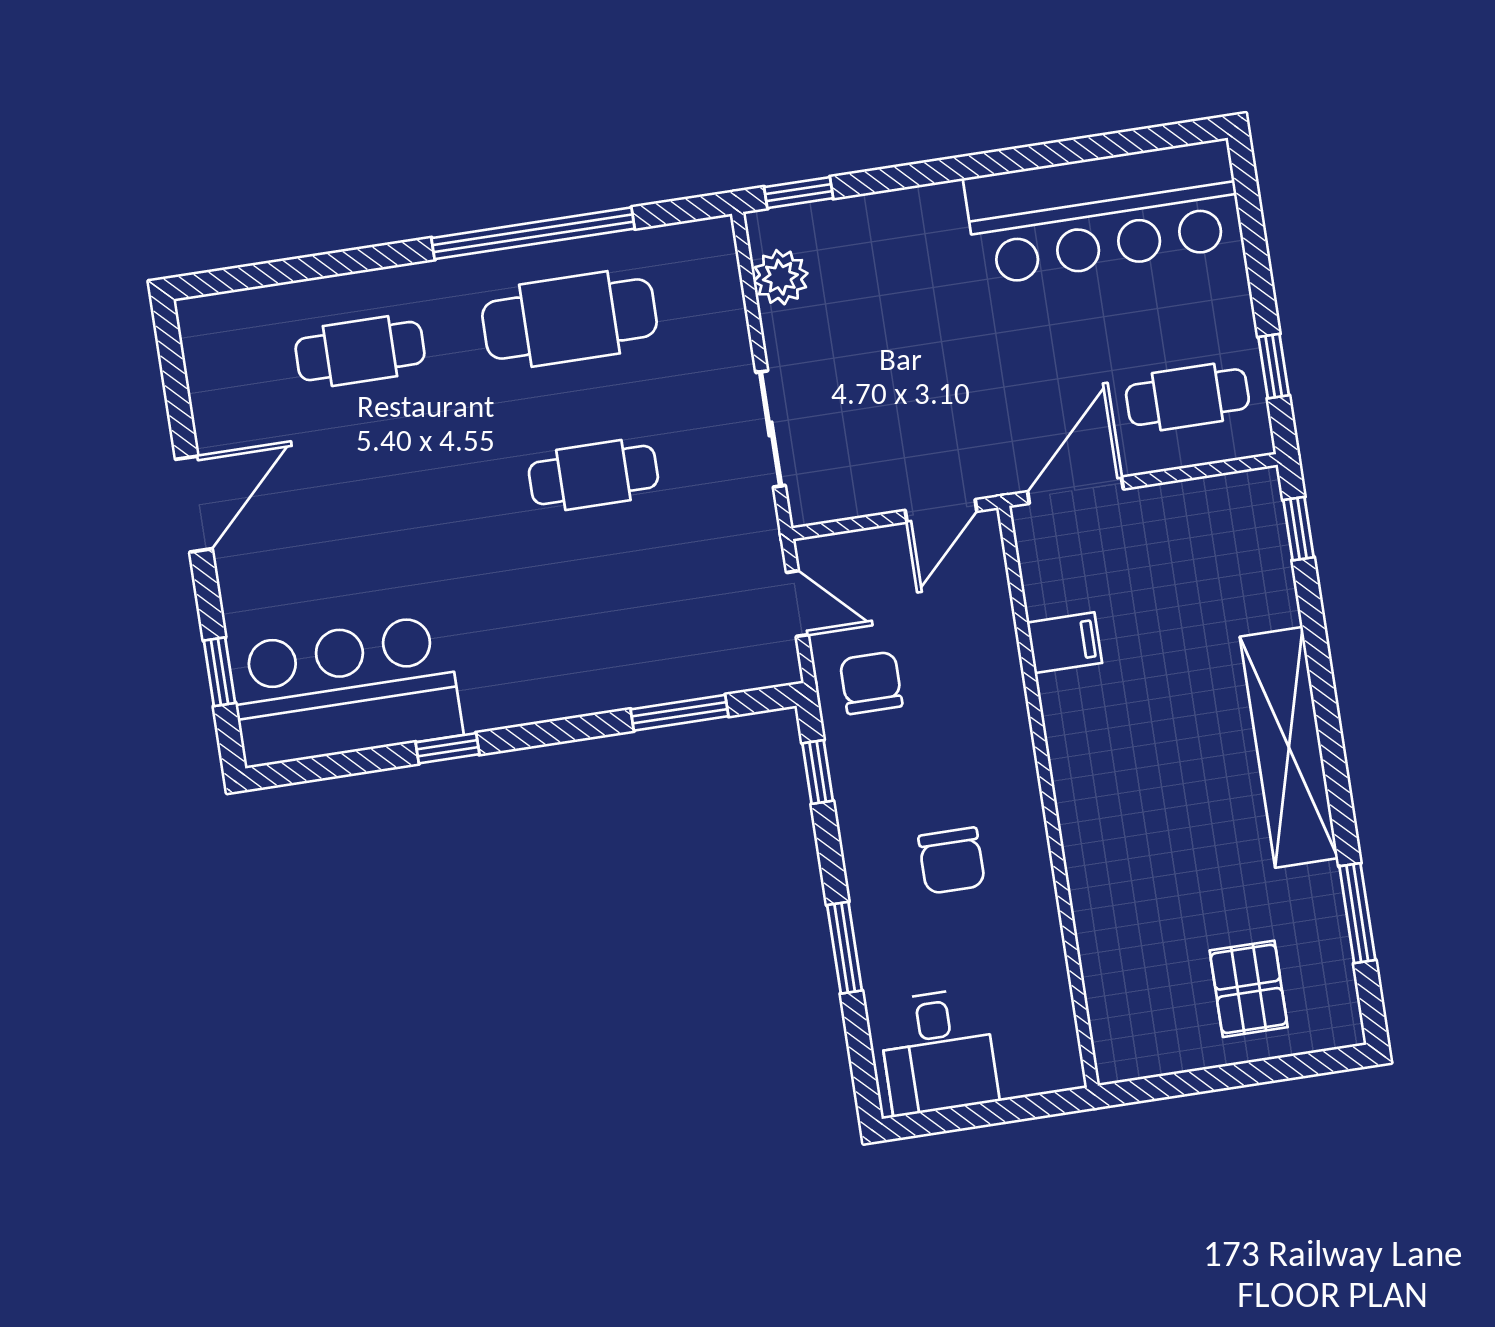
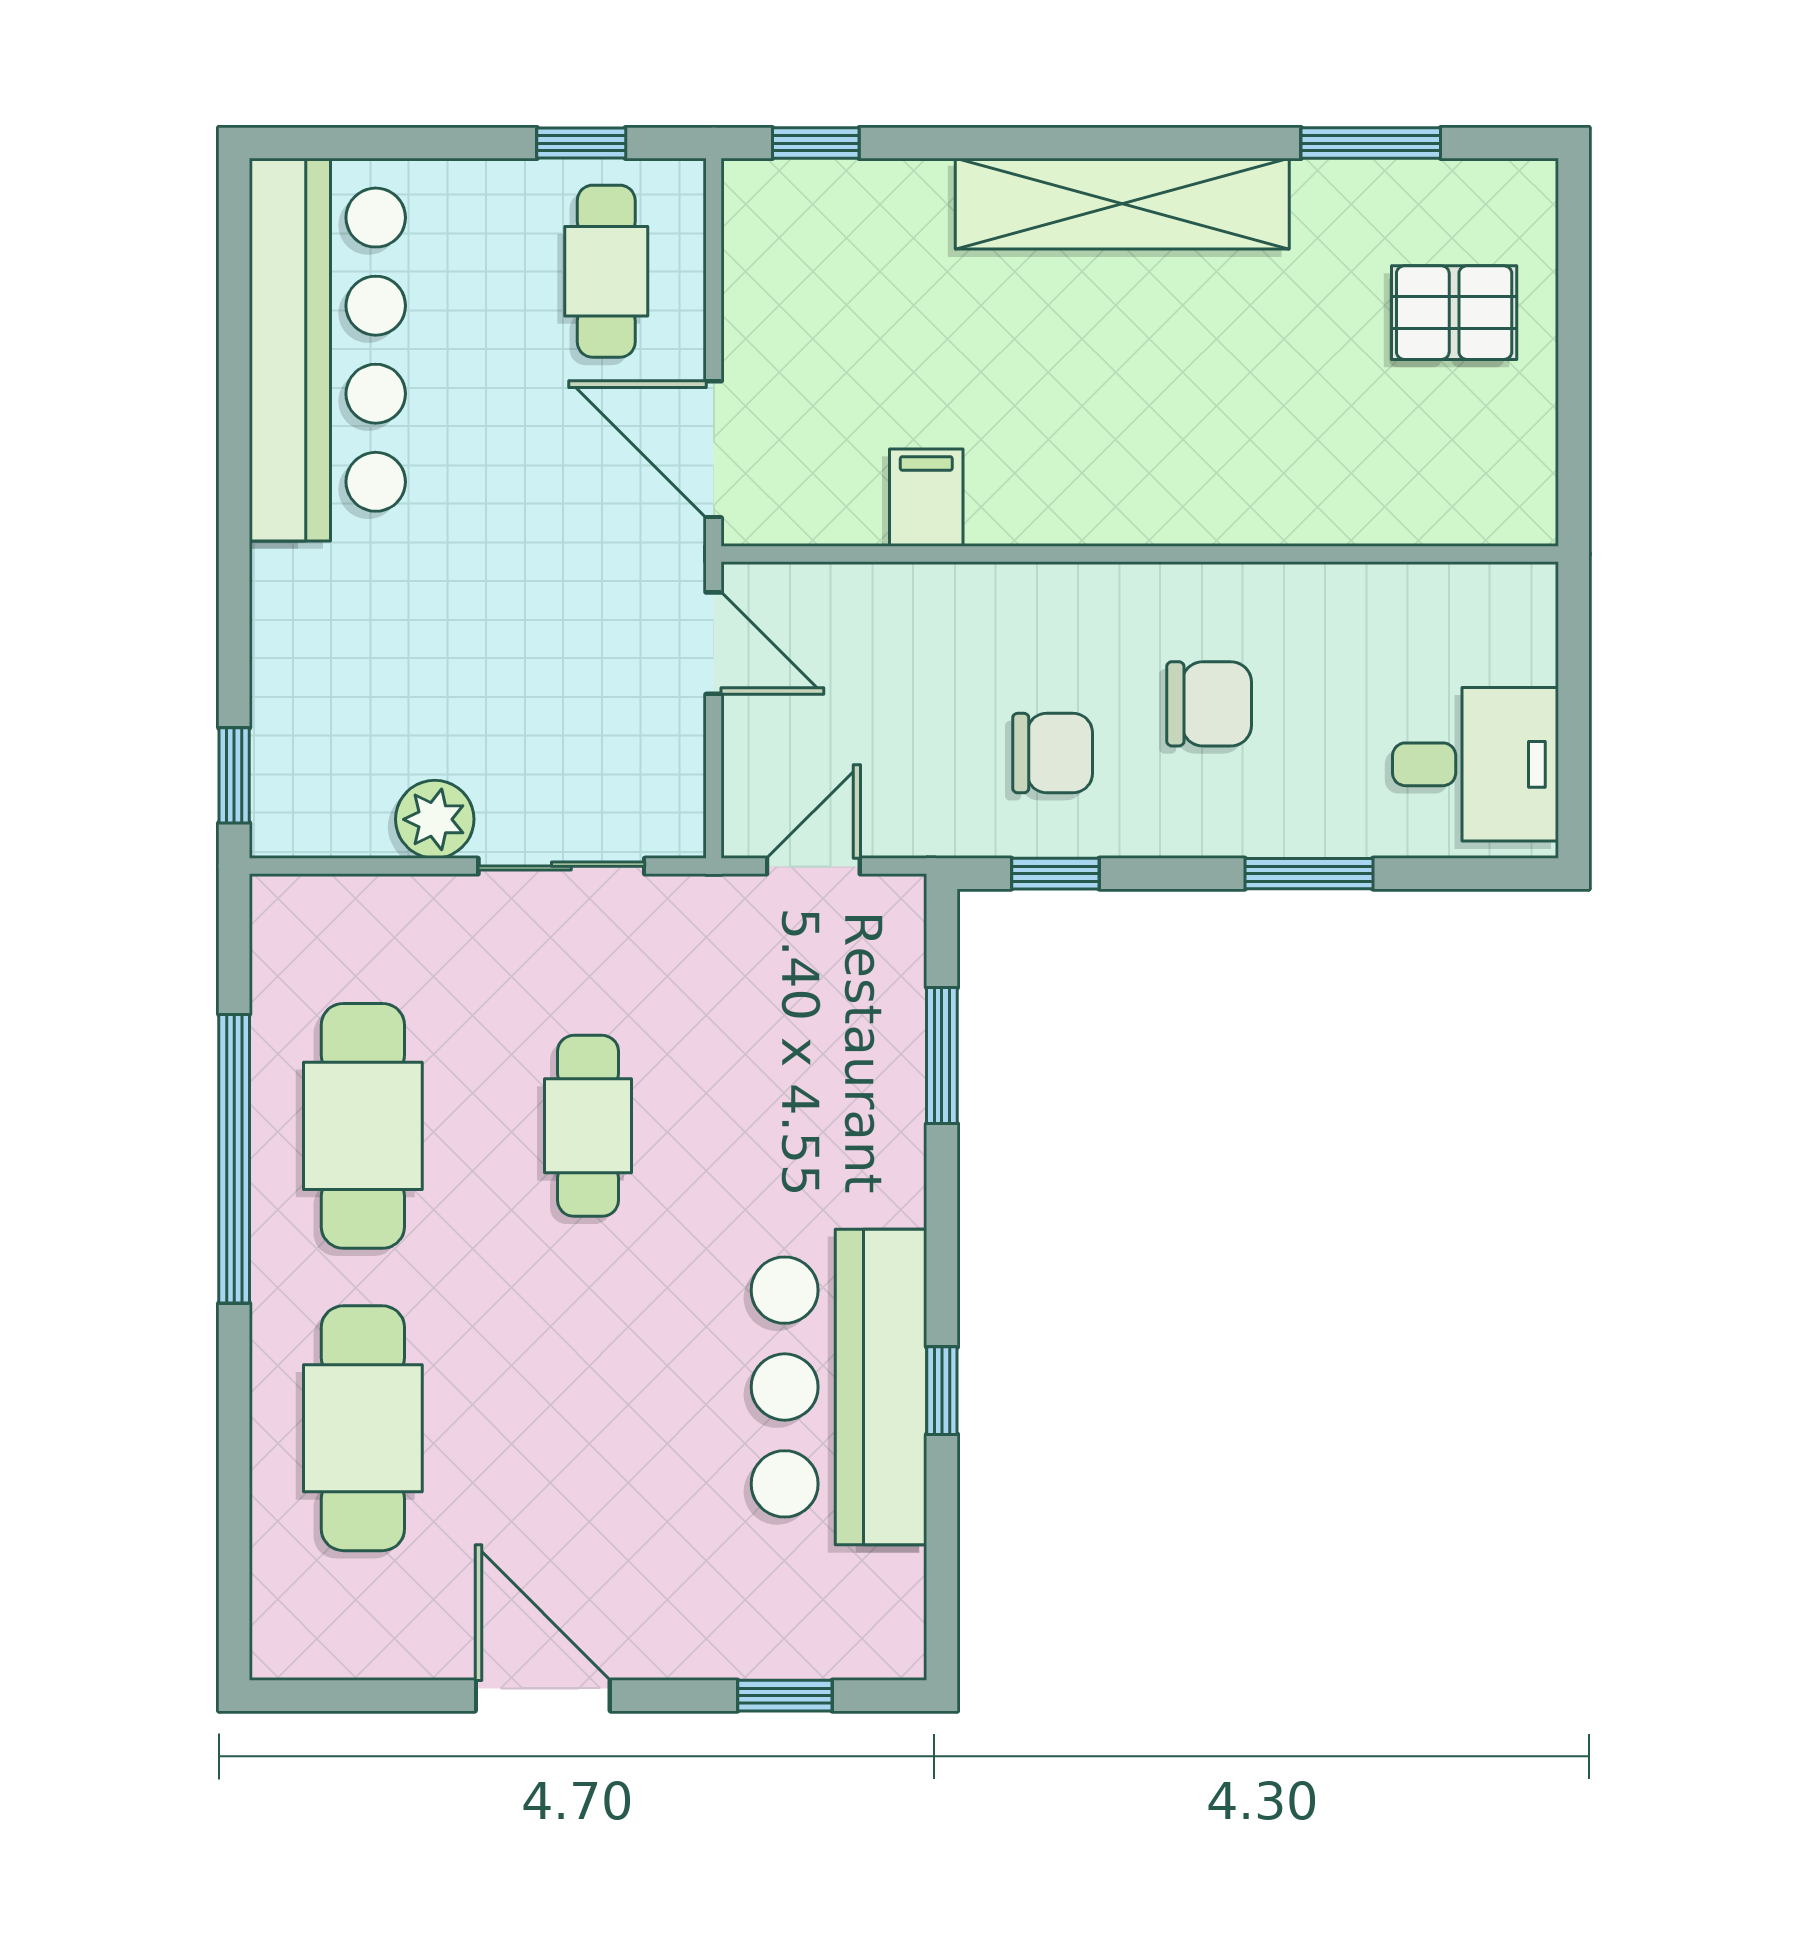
plant: (780, 277) -> (435, 819), moved
cafe table: (360, 351) -> (363, 1428), width x1.37, depth x1.35
chair: (871, 683) -> (1053, 753), moved, turned 180
bar counter: (345, 691) -> (839, 1387), moved

